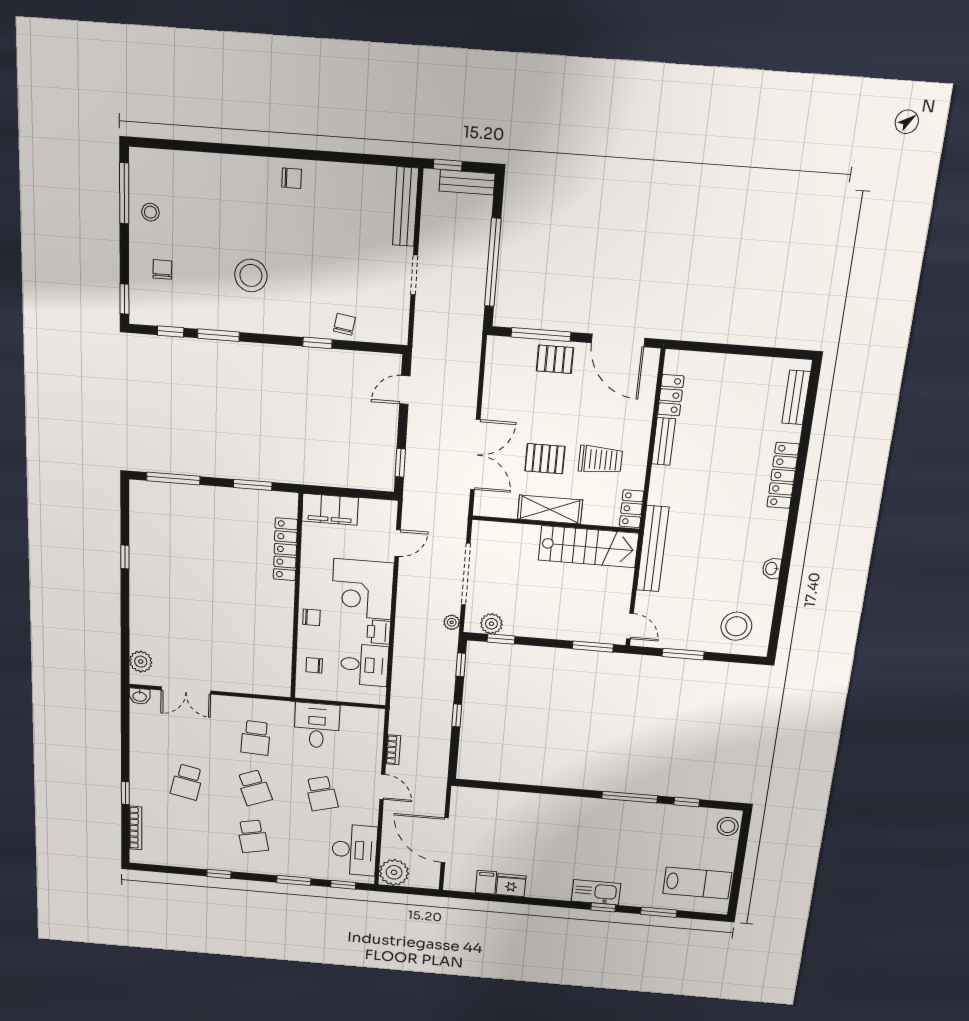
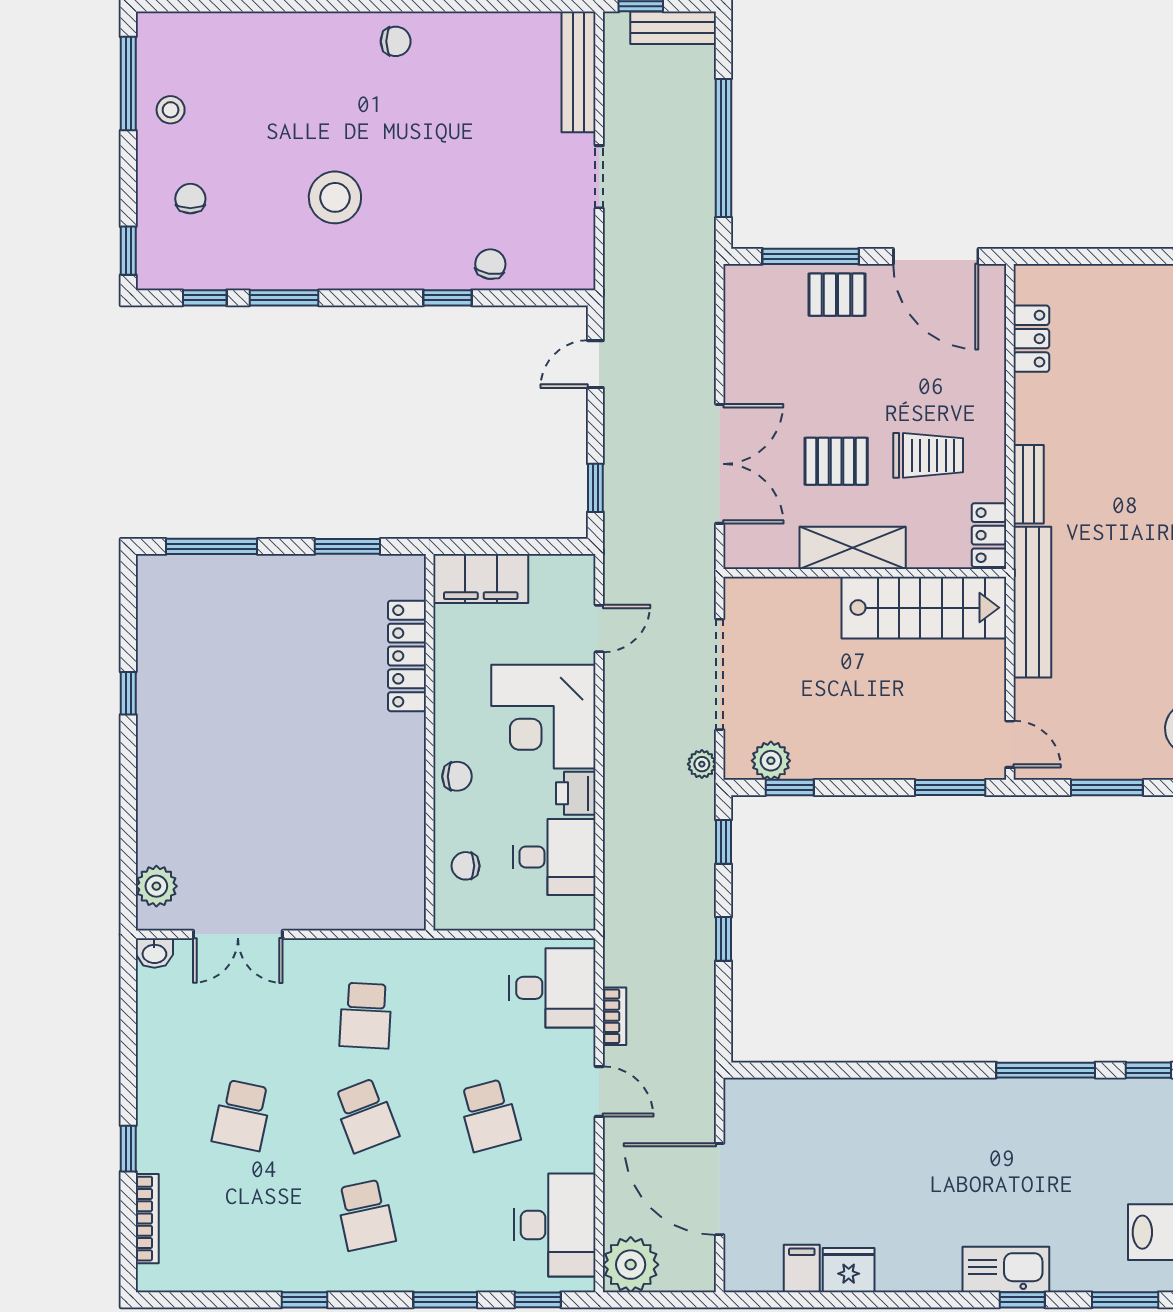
bench: (664, 441) -> (1029, 484), moved
desk: (317, 725) -> (552, 988), moved, turned 90

